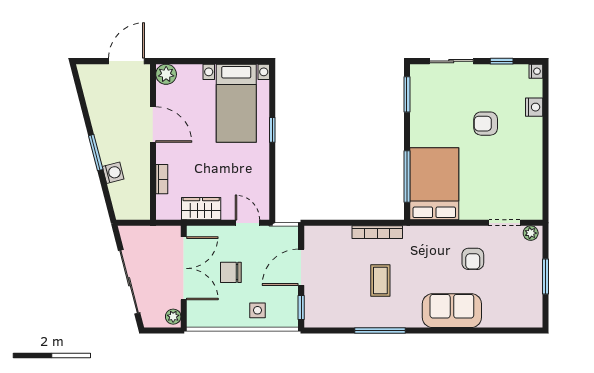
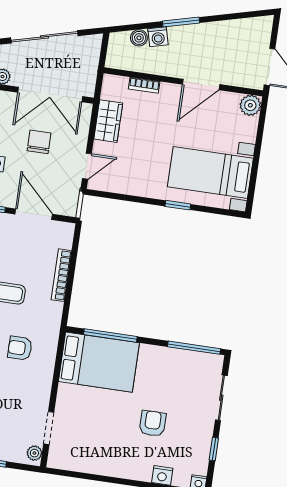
window: (407, 94) -> (194, 348), width x1.44
boiler: (117, 191) -> (139, 38), added
bookcase: (377, 232) -> (61, 275), moved
armchair: (473, 259) -> (20, 348), moved

